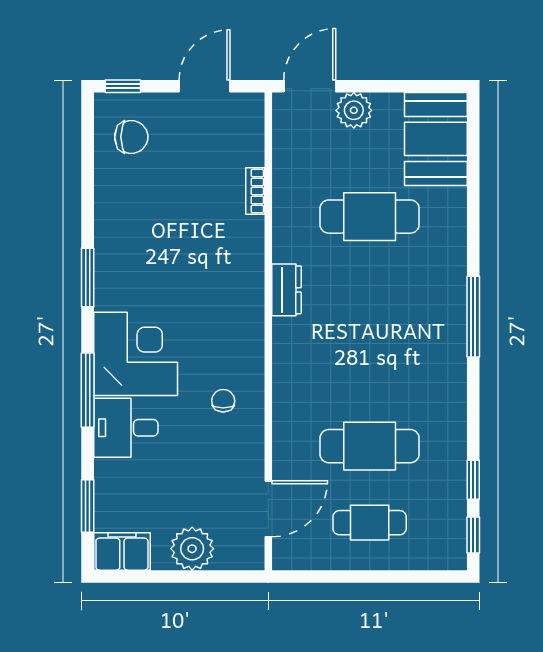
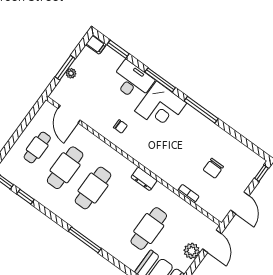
chair: (131, 137) -> (213, 168), moved
window: (88, 278) -> (201, 110), width x1.44
cafe table: (370, 370) -> (93, 188), added
desk: (126, 428) -> (132, 81), width x1.37
plant: (192, 549) -> (71, 73), width x0.53, depth x0.53
filing cabinet: (122, 551) -> (96, 45), width x0.50
window: (190, 576) -> (65, 68), added

